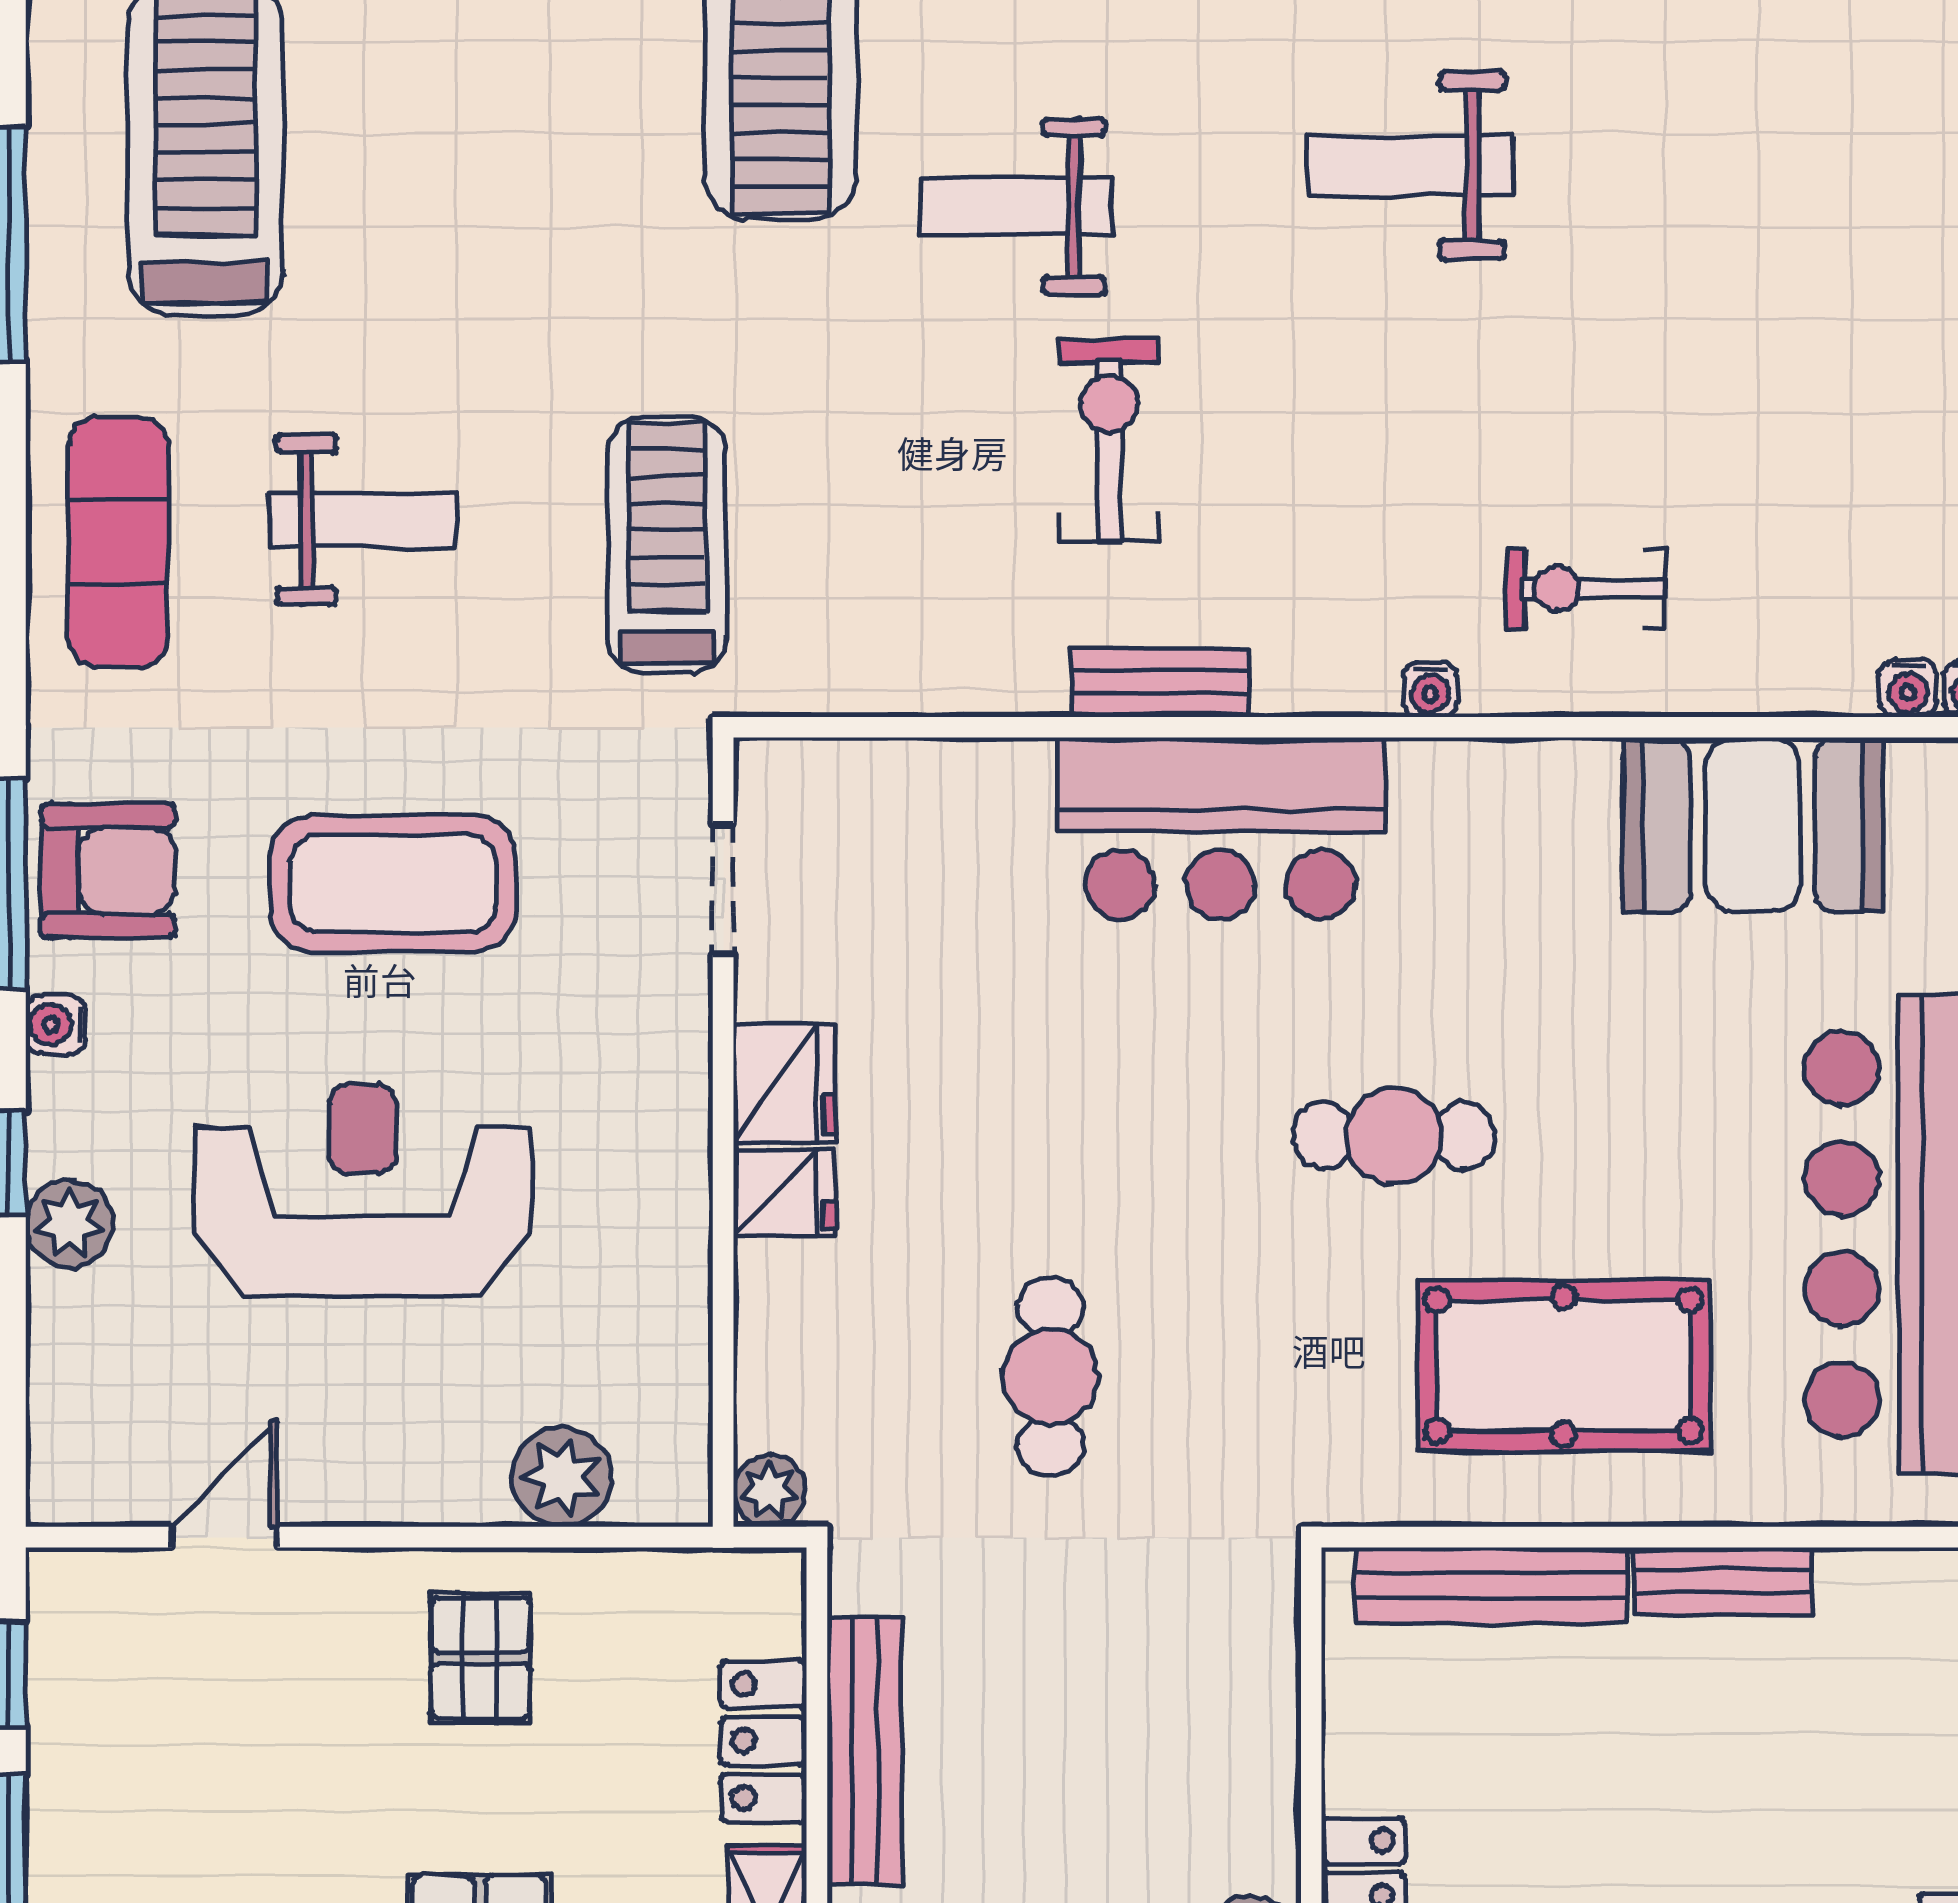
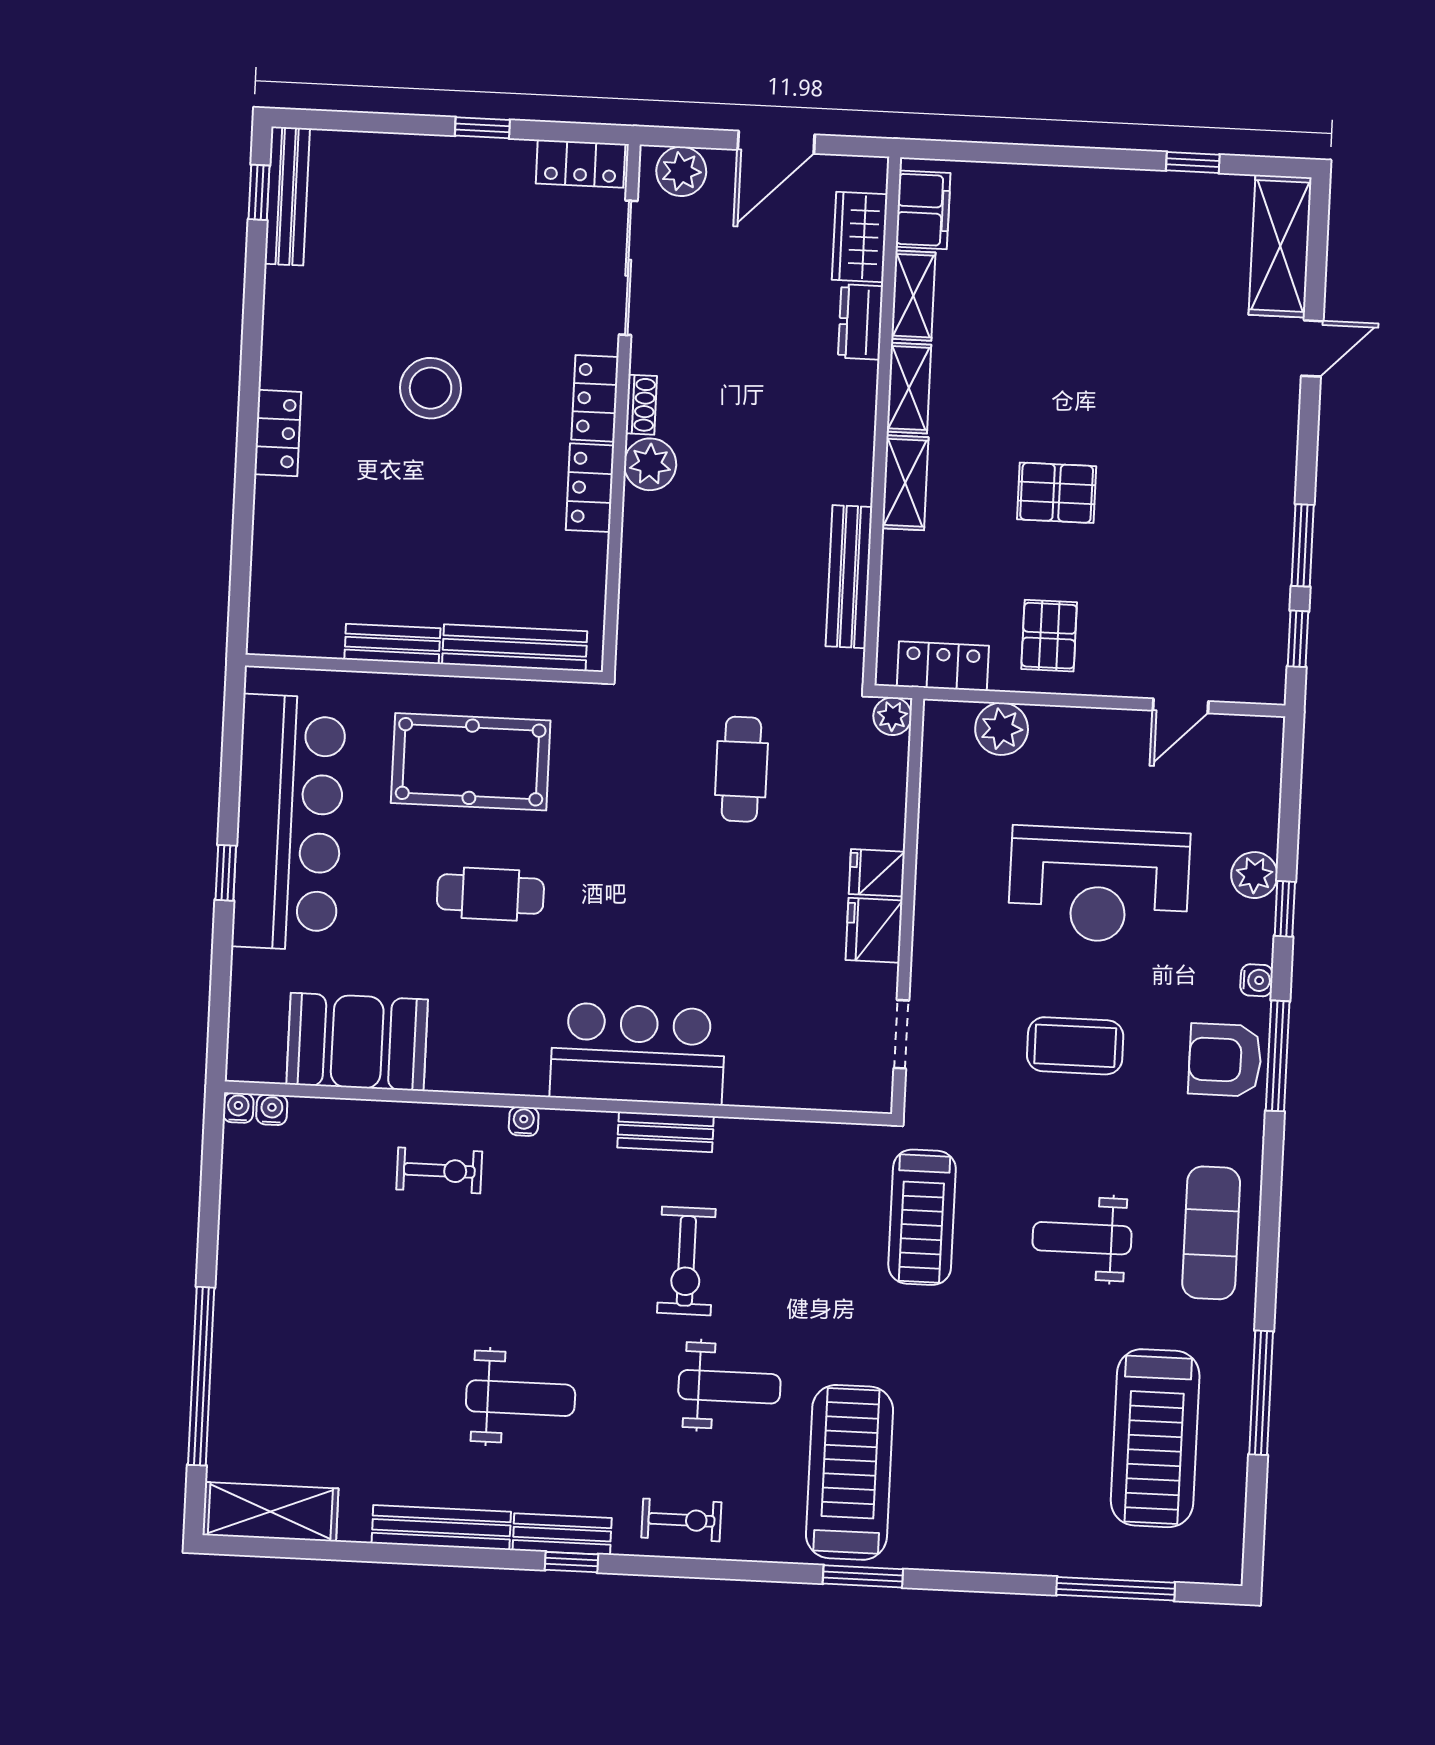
coffee table: (393, 884) -> (1075, 1046), width x0.73, depth x0.76
cafe table: (1394, 1136) -> (490, 894), moved
locker: (764, 1741) -> (943, 666), moved, turned -90

